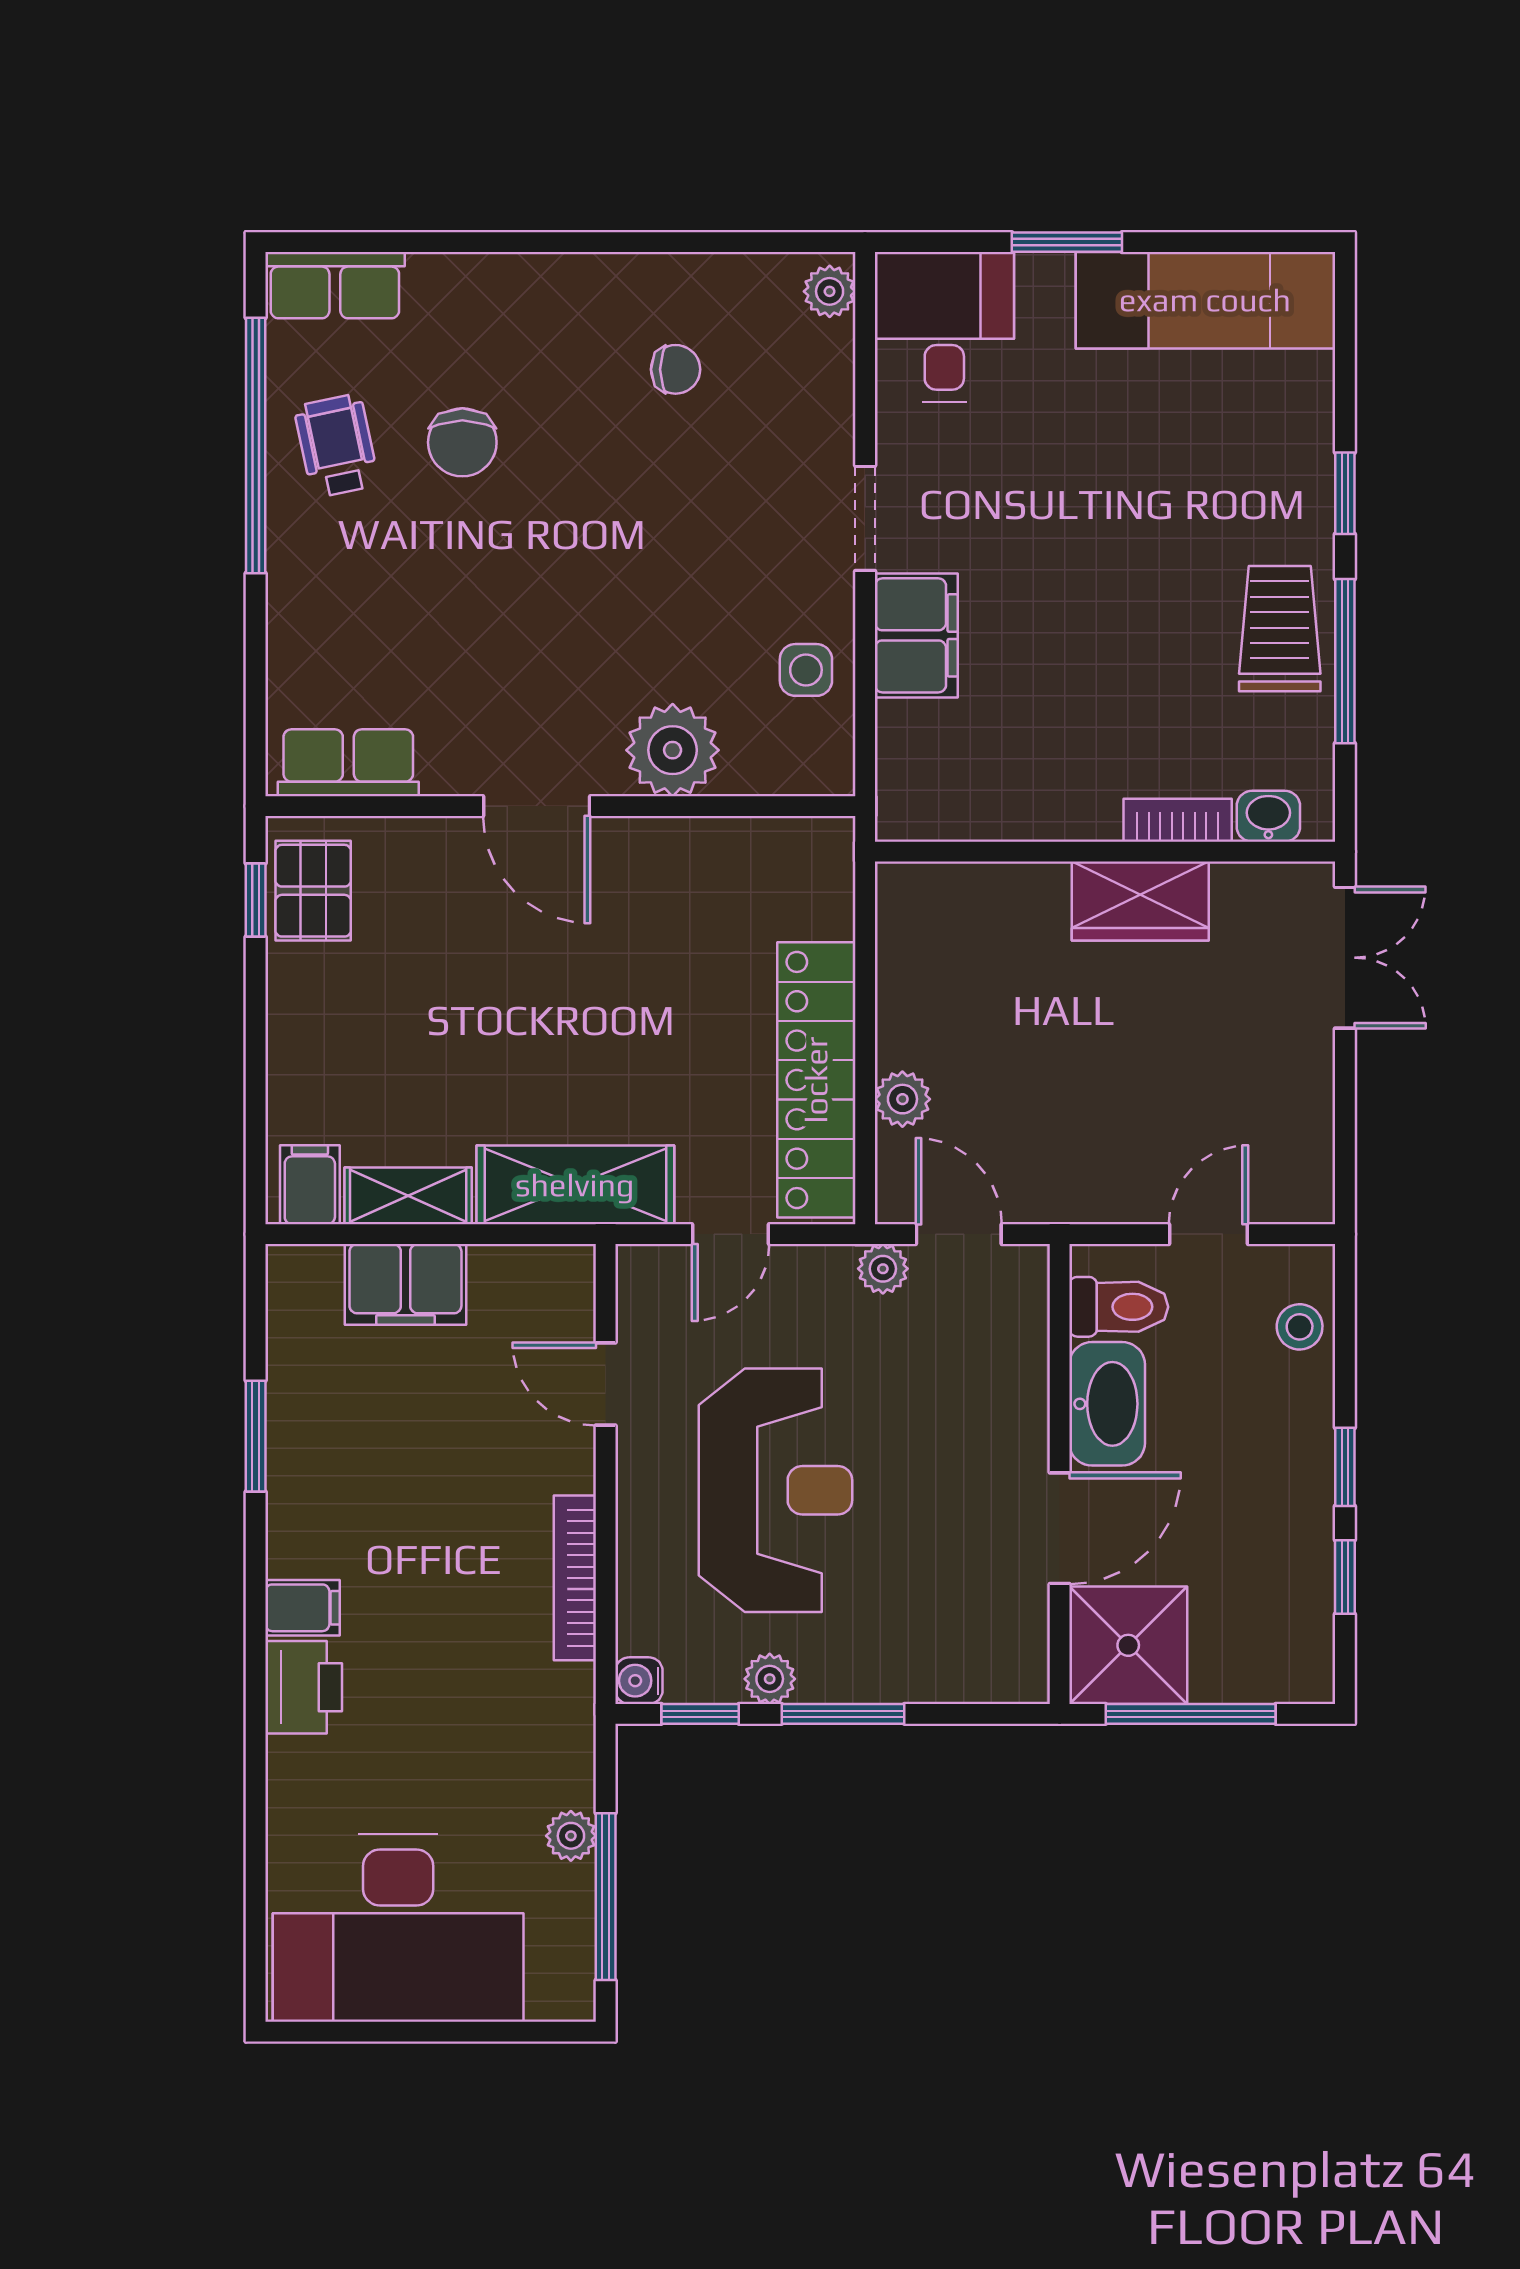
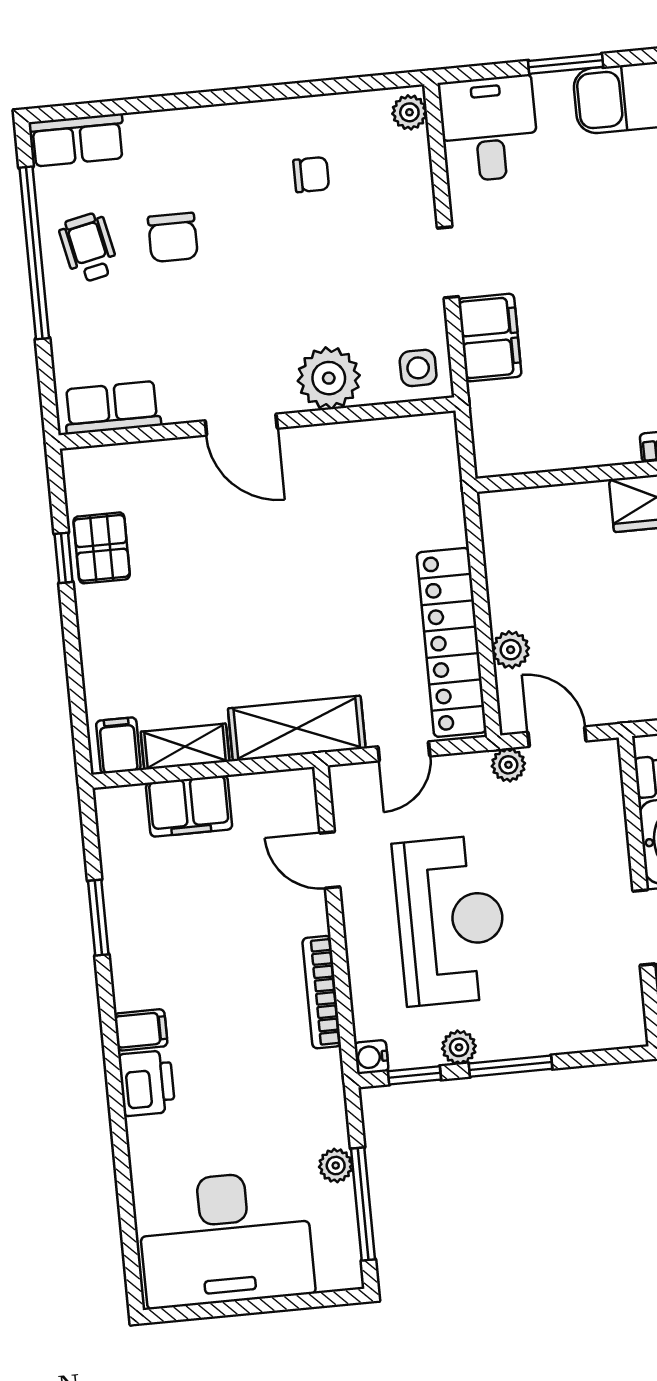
plant: (673, 750) -> (329, 378), moved
row of seats: (348, 763) -> (112, 408), moved
door: (537, 806) -> (241, 425), moved
wall: (560, 806) -> (257, 423), moved

